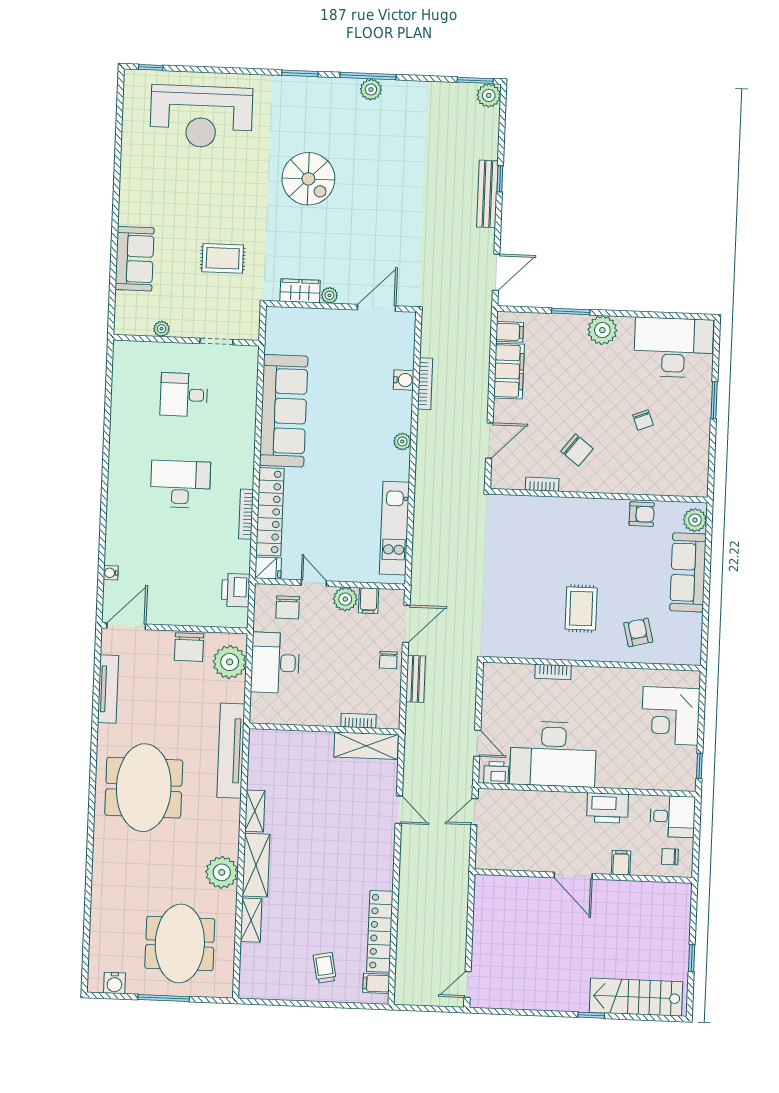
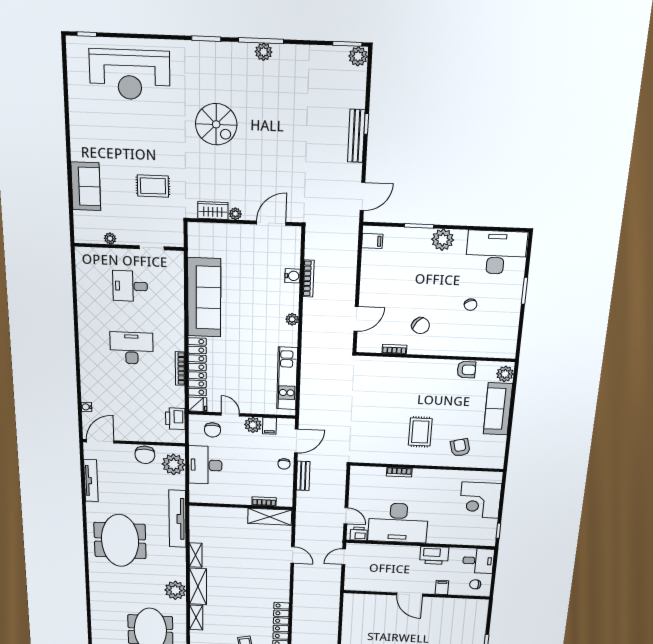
filing cabinet: (509, 371) -> (371, 270), removed

